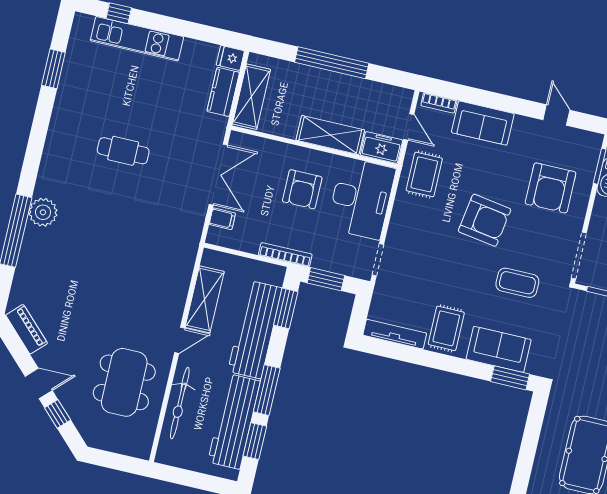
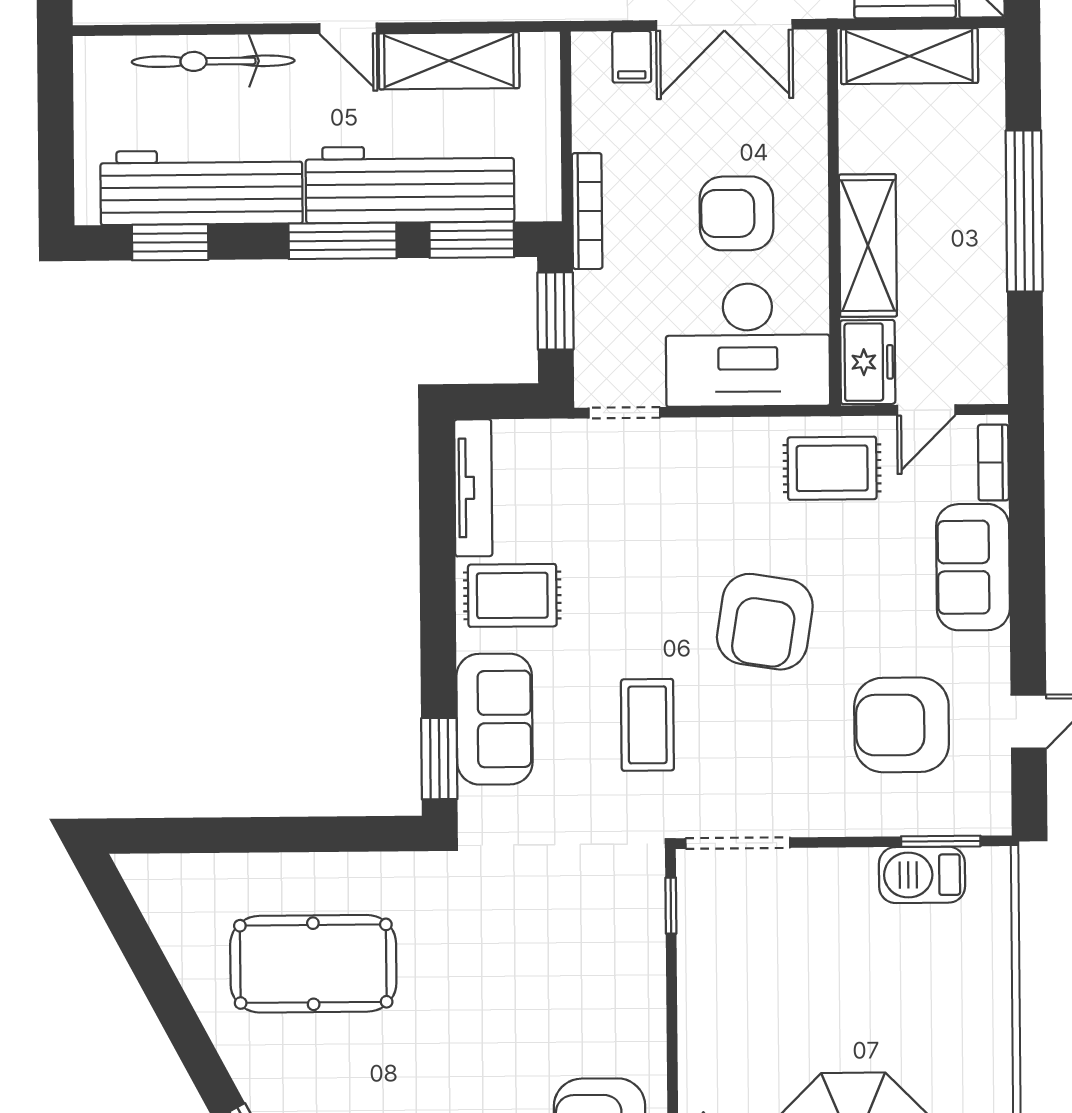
armchair: (551, 188) -> (902, 725), moved
window: (267, 390) -> (343, 241), moved

